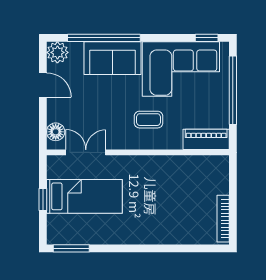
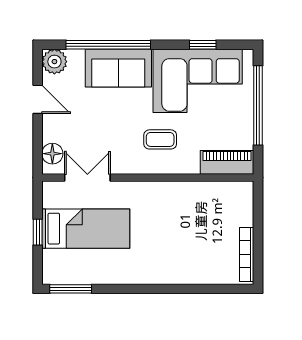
window: (207, 38) -> (203, 45), moved

